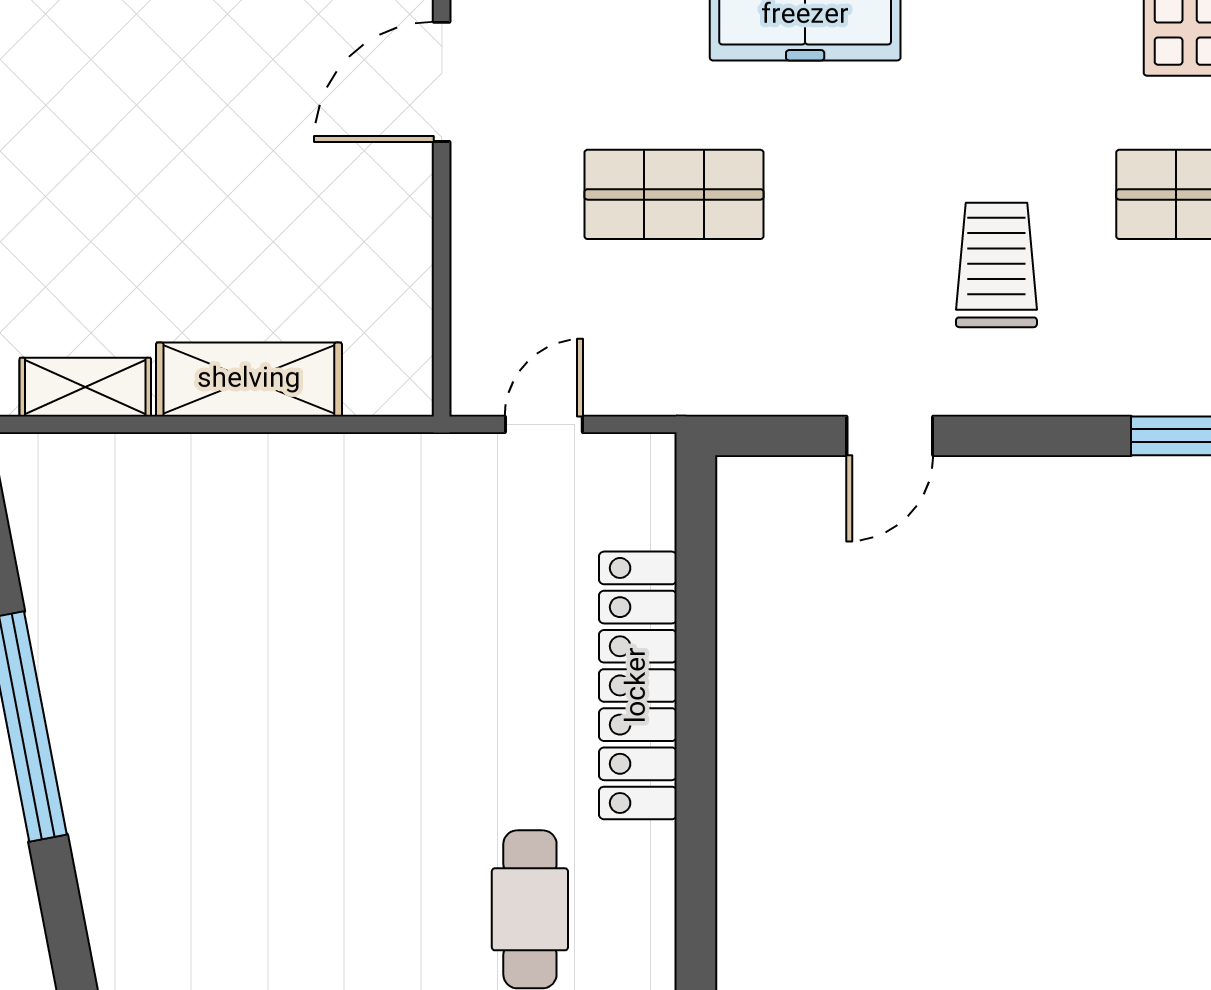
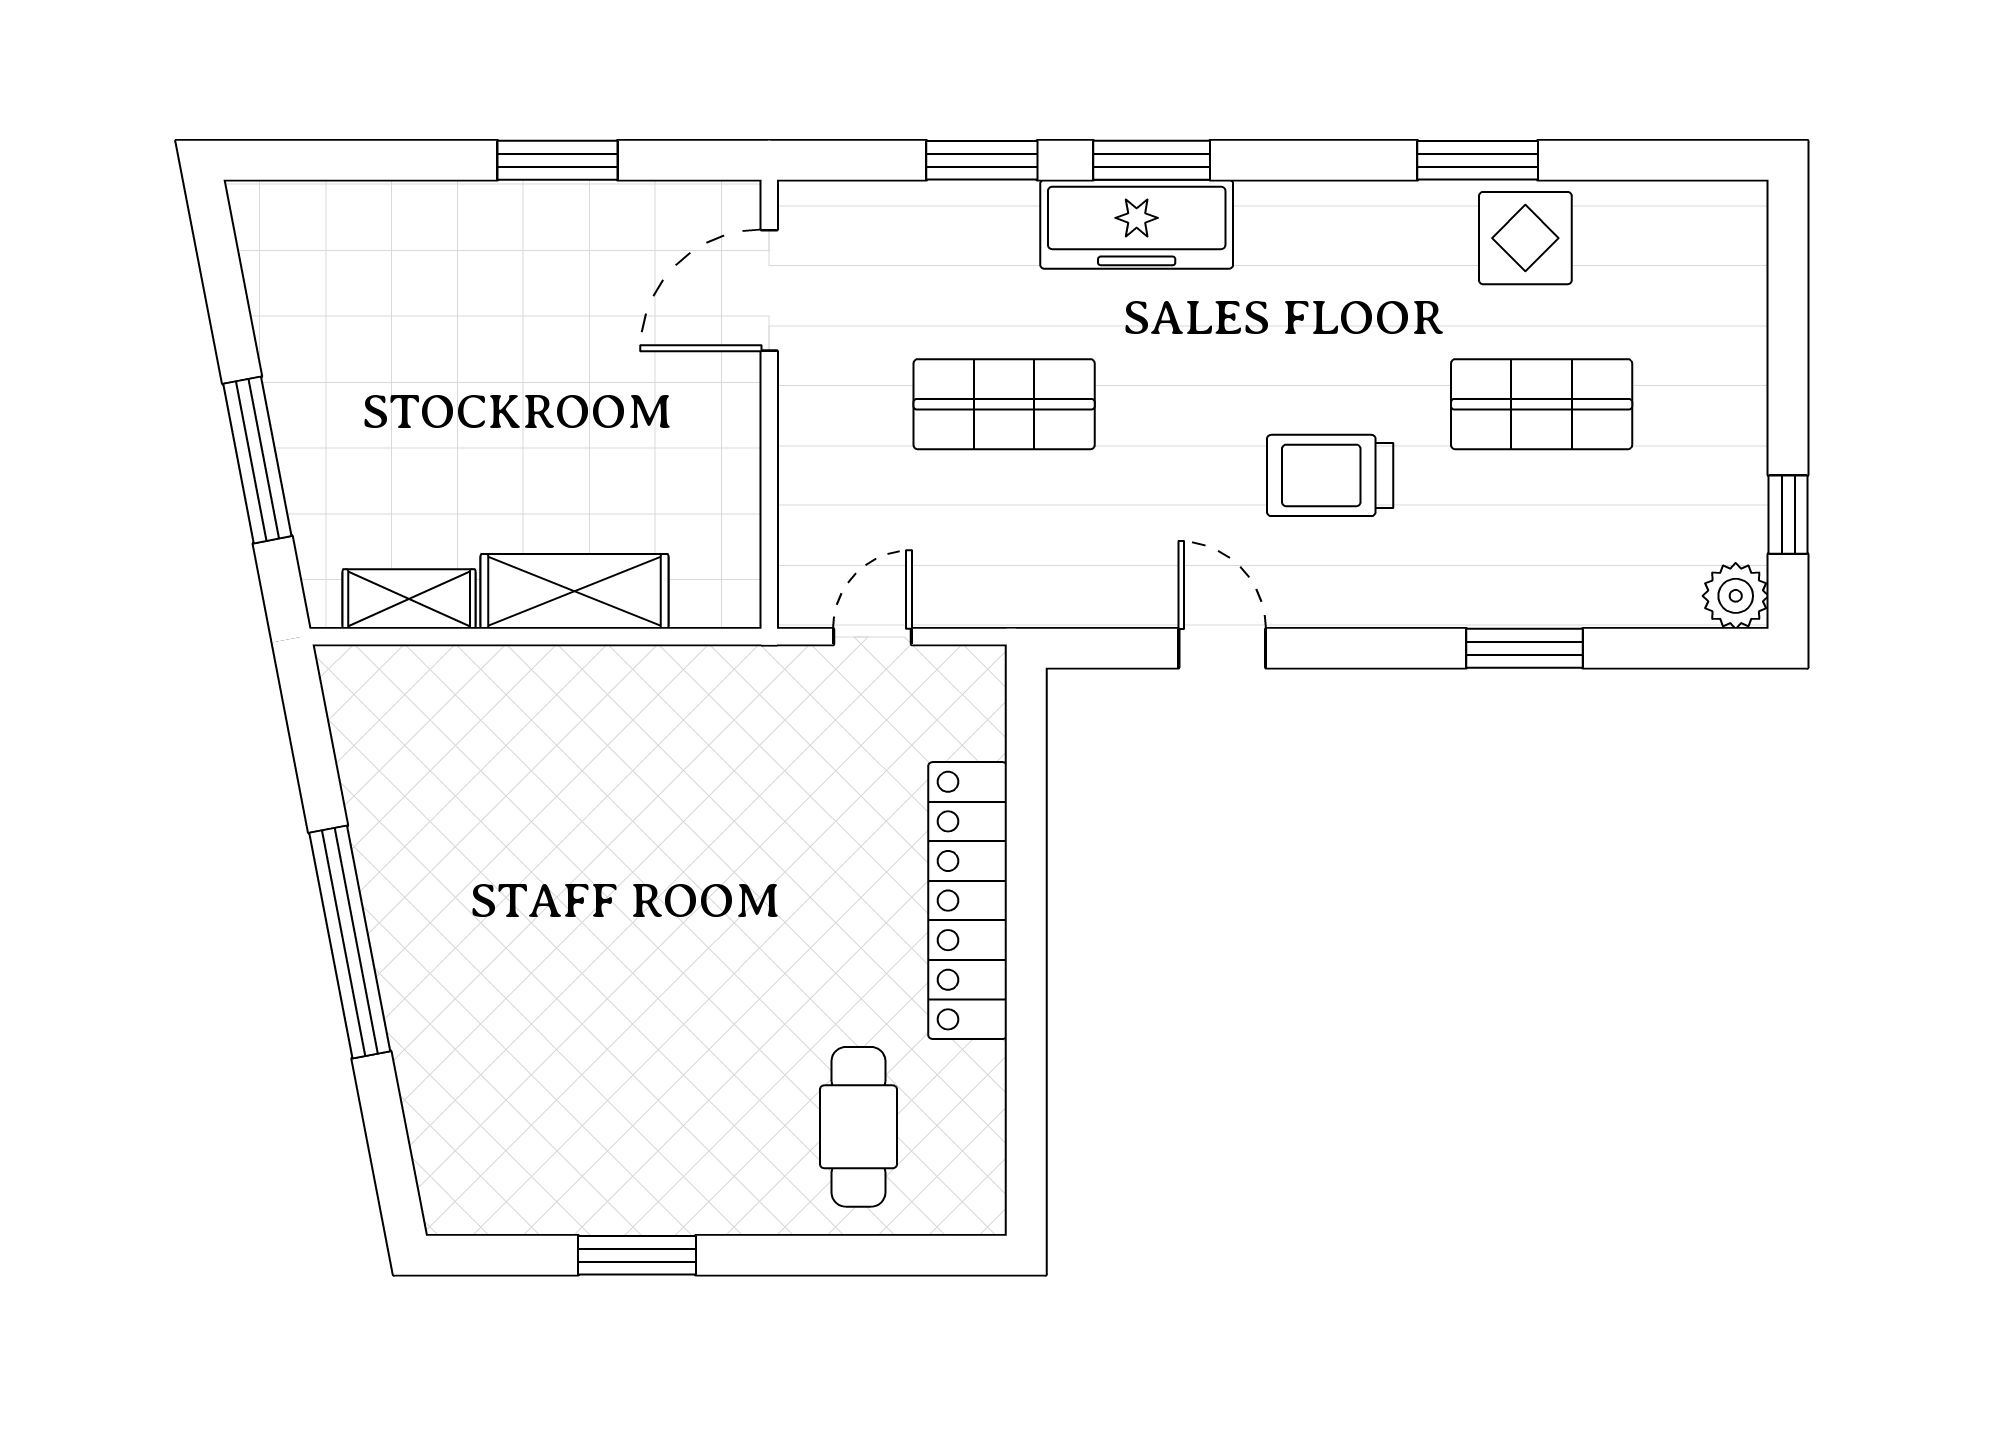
trolley: (996, 265) -> (1330, 475), turned -90
door: (890, 436) -> (1222, 648), swing flipped

